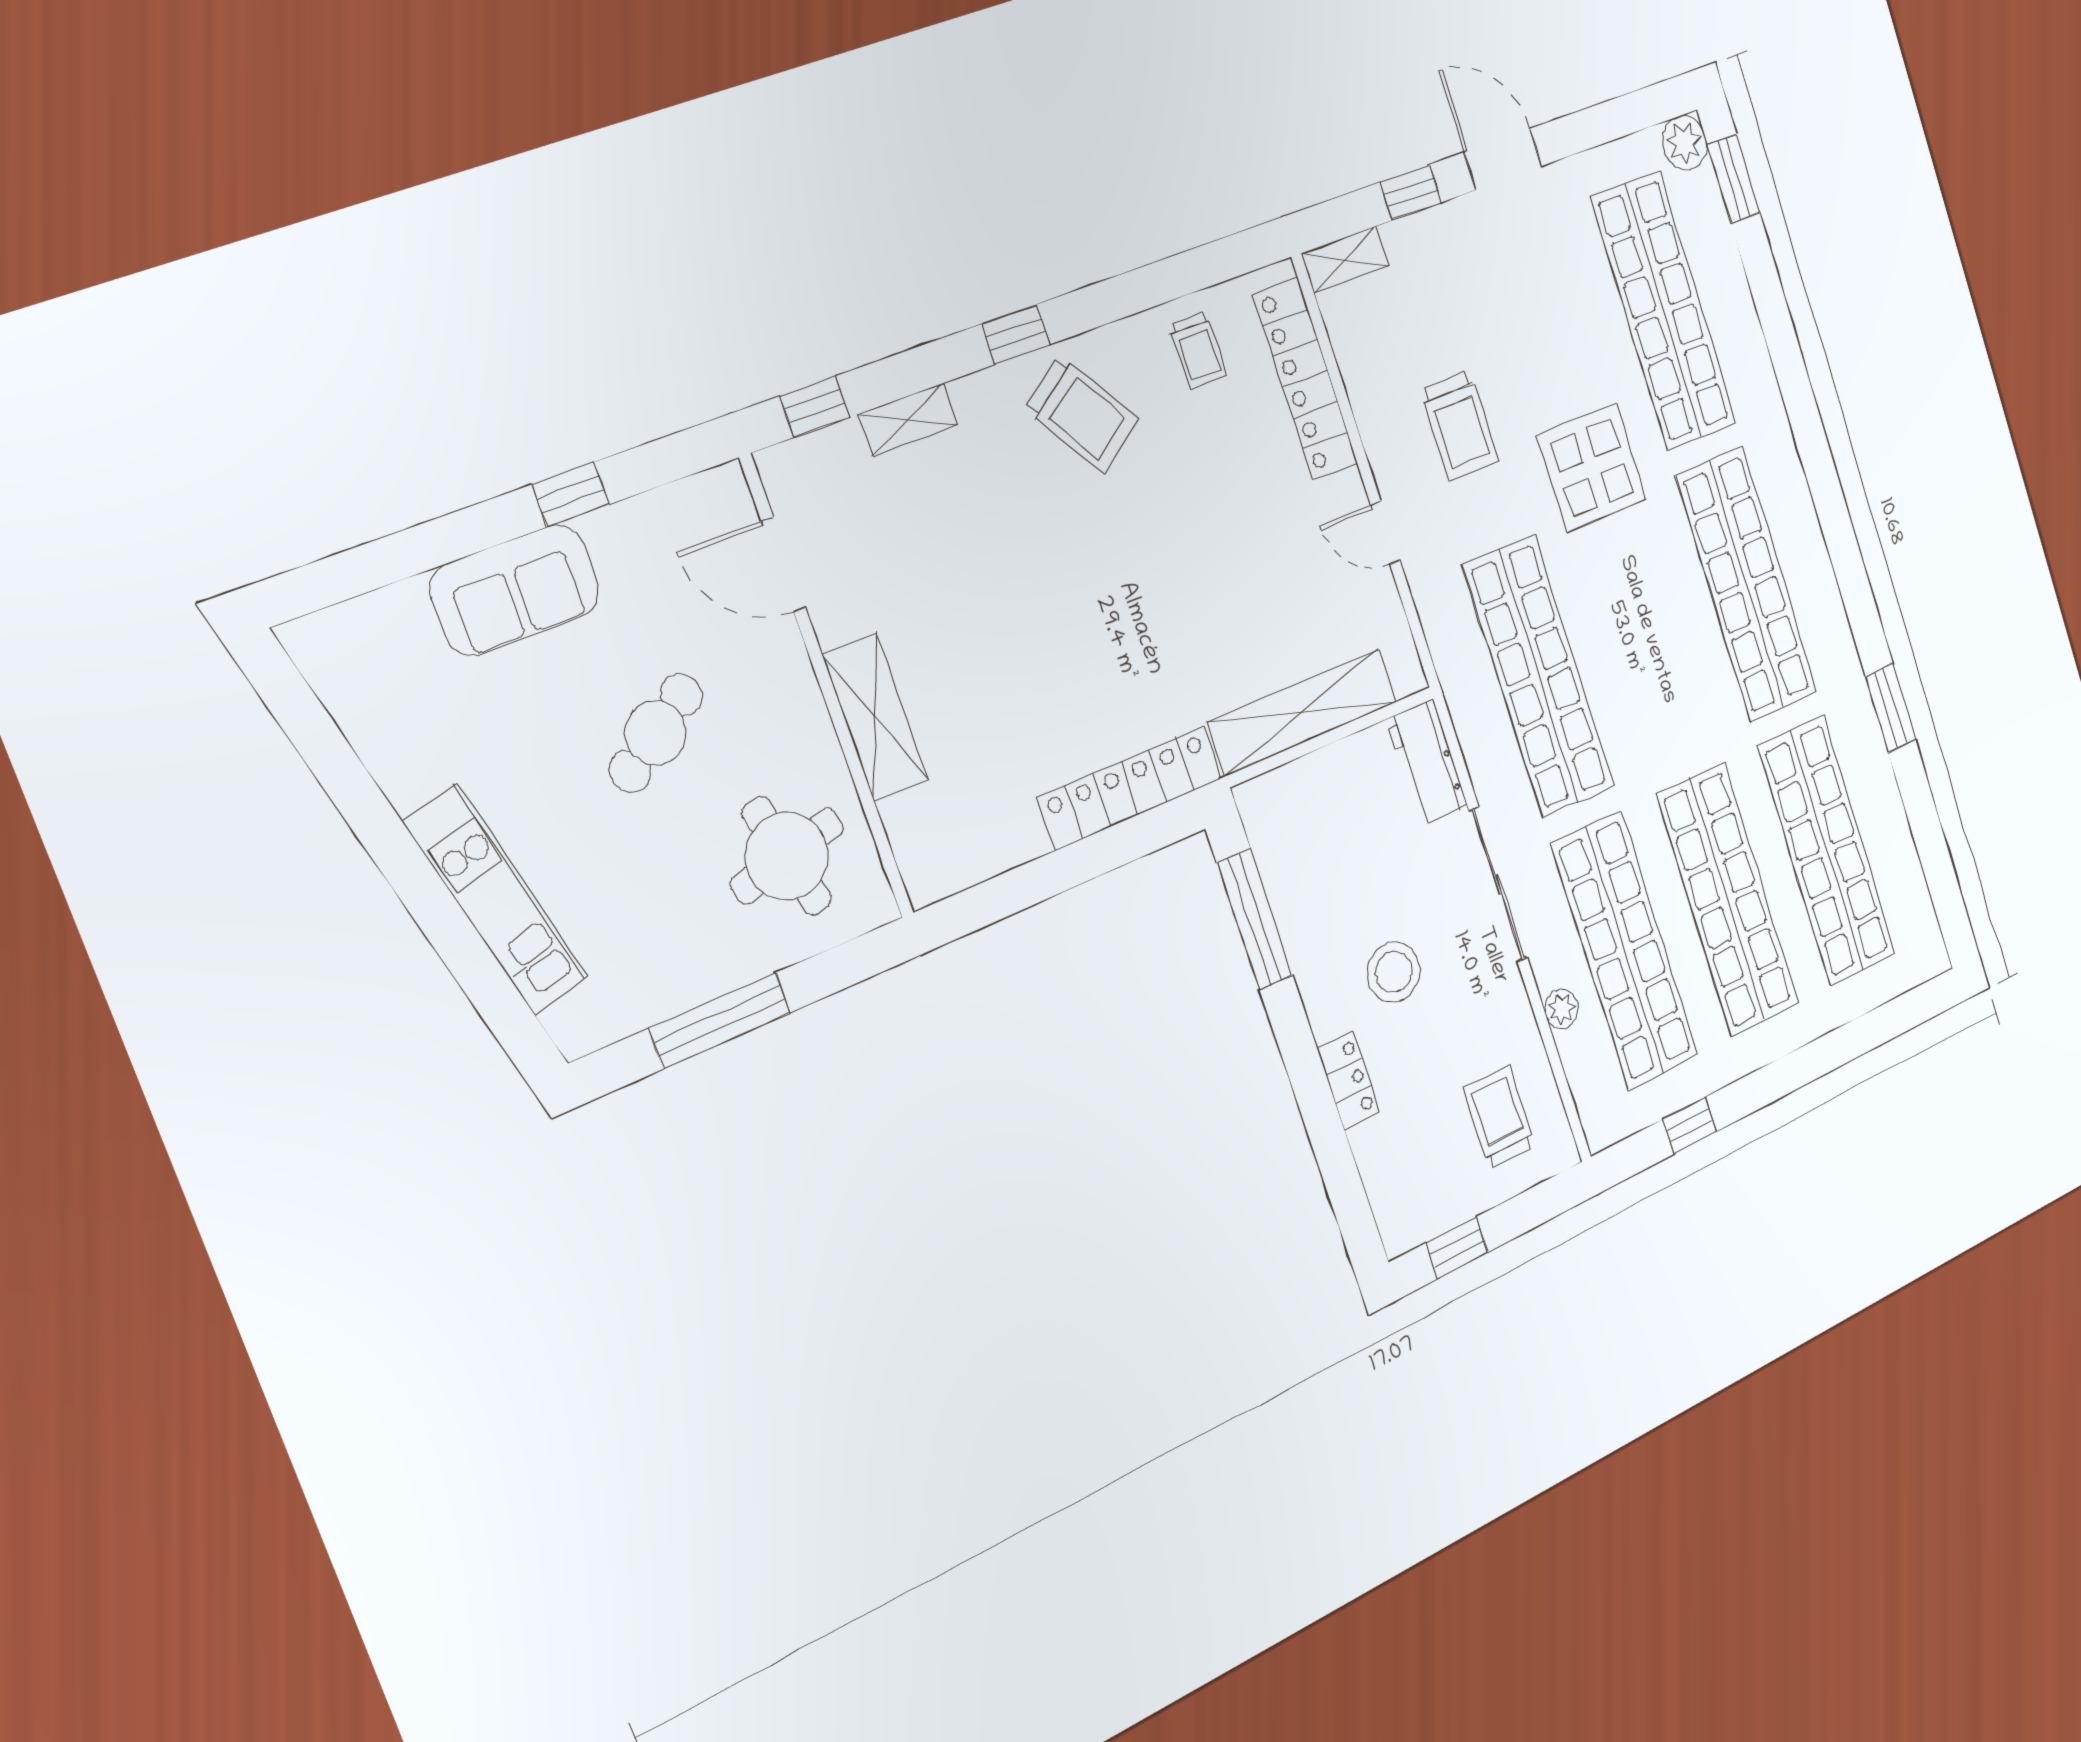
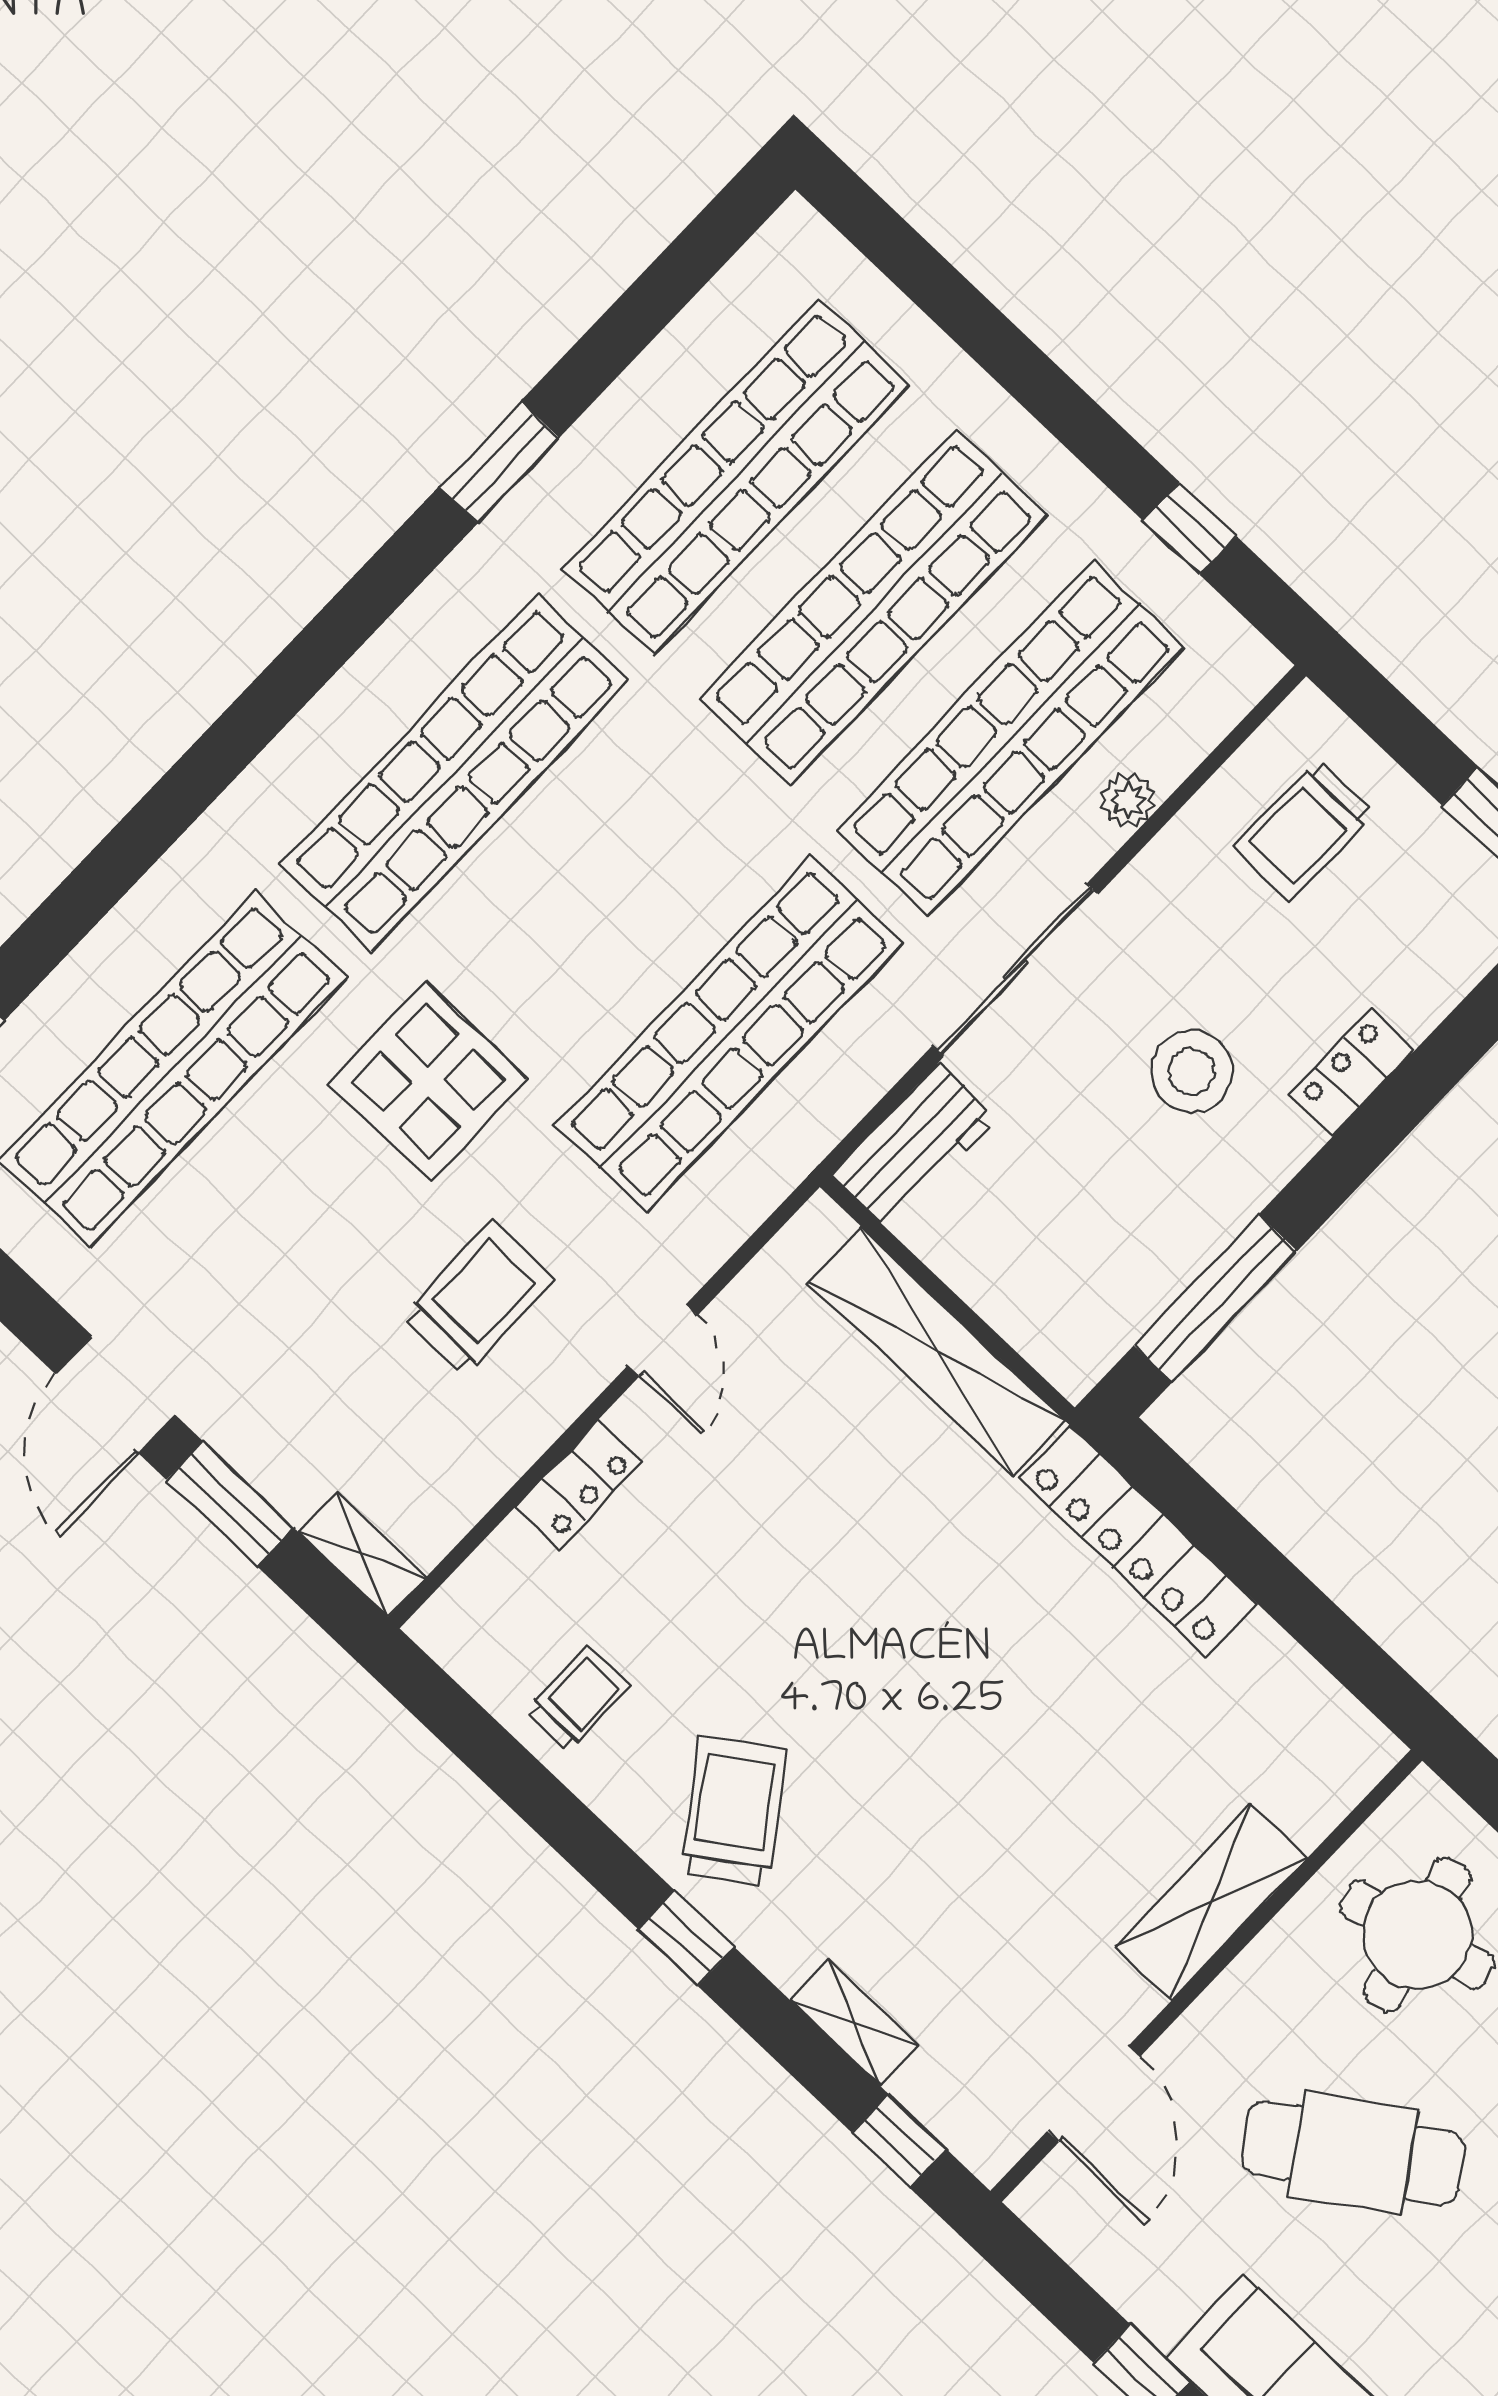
window: (1411, 192) -> (230, 1504), width x1.50
locker: (1305, 379) -> (578, 1484), width x0.46, depth x0.83
cafe table: (656, 733) -> (1353, 2153), width x1.37, depth x1.35

